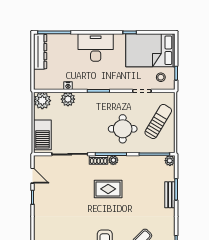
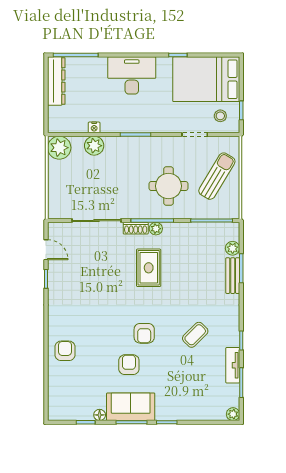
barbecue: (42, 135) -> (59, 194), removed
plant: (170, 161) -> (233, 248), moved
rug: (108, 189) -> (149, 268), turned 90

